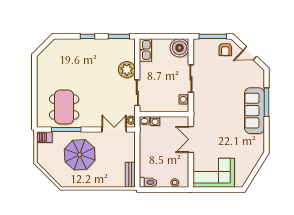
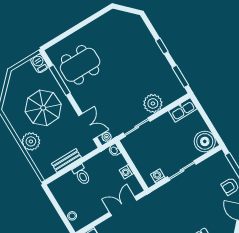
washing machine: (155, 121) -> (126, 172), moved
bench: (130, 175) -> (66, 161), moved
plant: (99, 179) -> (31, 141), added
toilet: (148, 182) -> (82, 175), moved

